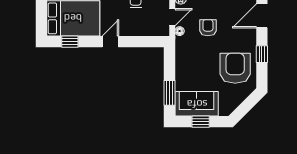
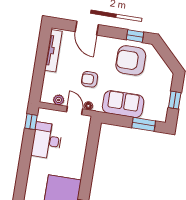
door: (110, 42) -> (88, 171), removed
window: (262, 54) -> (135, 36), moved
sofa: (197, 104) -> (123, 104), moved, turned 90

